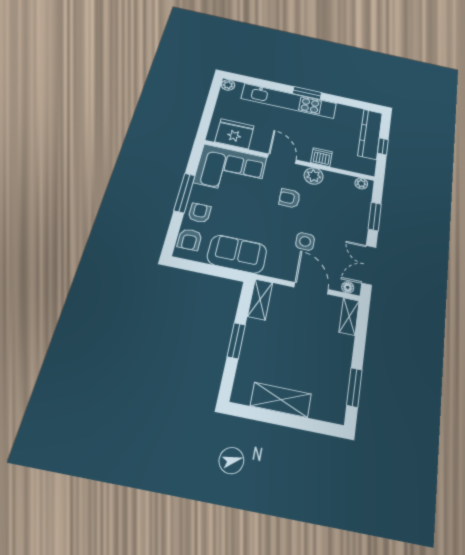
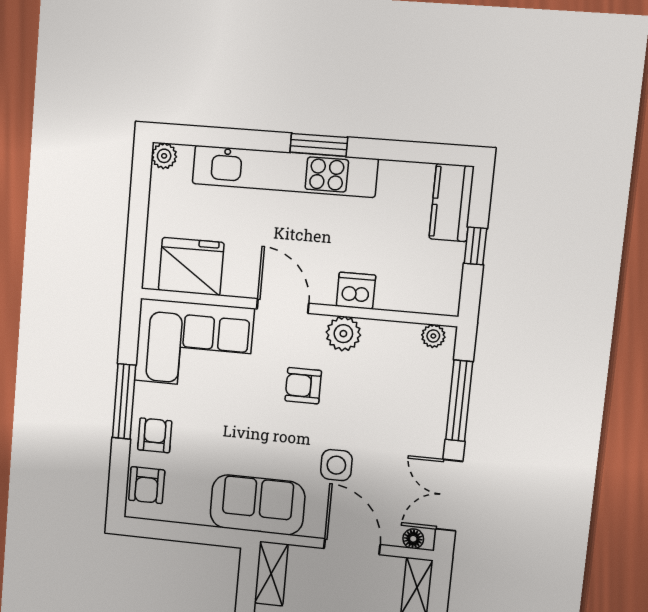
kitchen counter: (370, 134) -> (452, 203), width x0.67
window: (375, 216) -> (459, 401), width x1.44
sofa: (237, 254) -> (257, 505), moved

